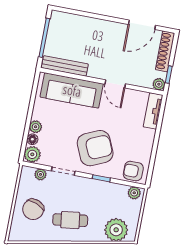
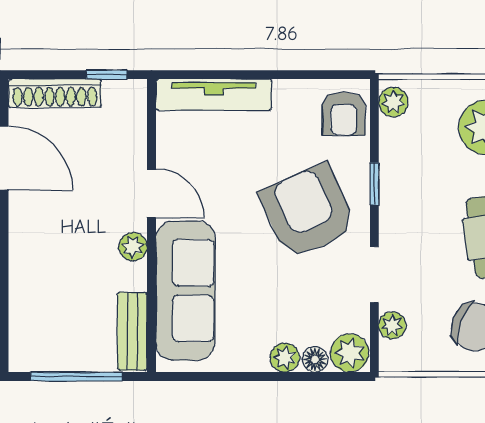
bench: (65, 66) -> (132, 331), width x0.73
door: (115, 84) -> (152, 193), hinge flipped
plant: (159, 84) -> (133, 247), moved
tv unit: (153, 111) -> (214, 95), width x1.41

